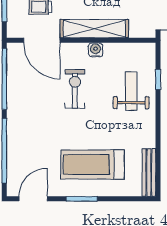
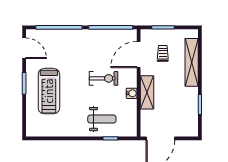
shelving: (94, 29) -> (147, 92), width x0.68
treadmill: (92, 165) -> (49, 91), turned 180
bench: (149, 172) -> (43, 132), removed

